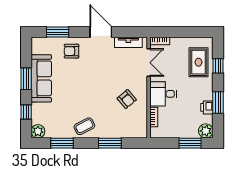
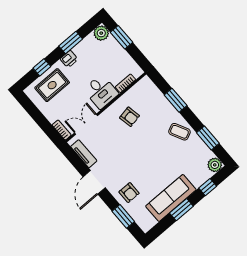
armchair: (127, 99) -> (130, 117), turned 119
printer: (207, 107) -> (69, 59), moved

